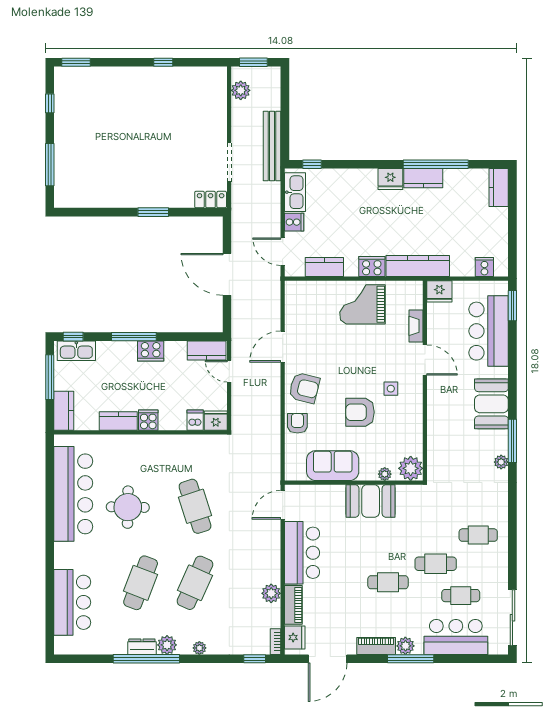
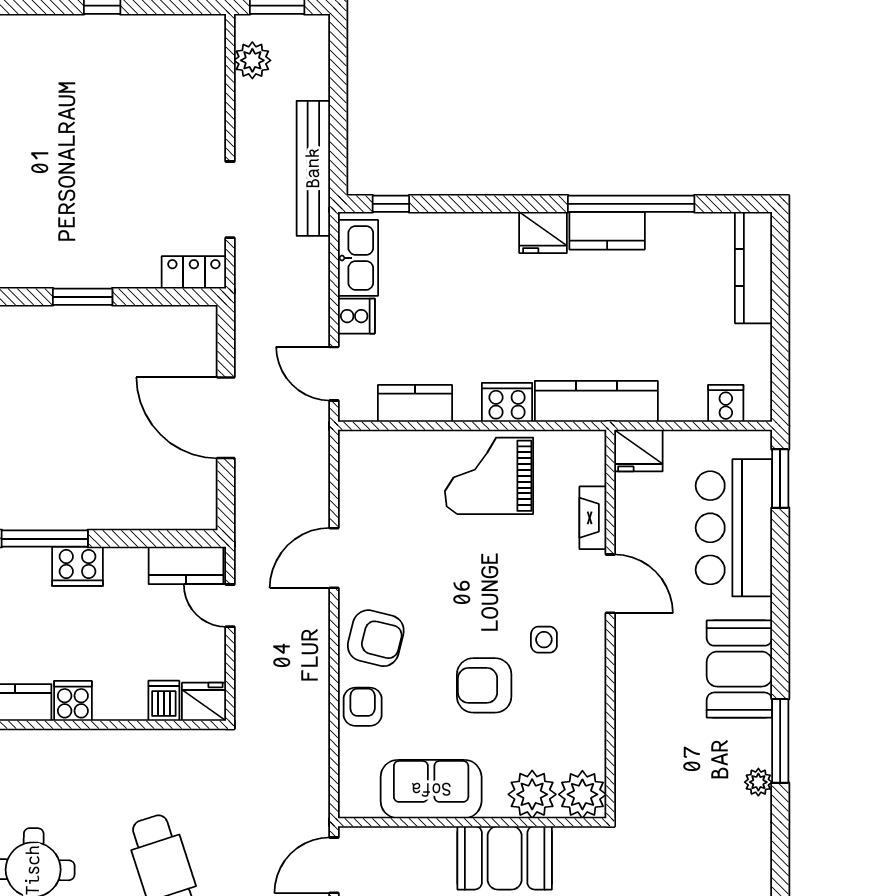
kitchen counter: (499, 188) -> (753, 268), width x1.50
plant: (385, 474) -> (532, 794), width x1.87, depth x1.87

